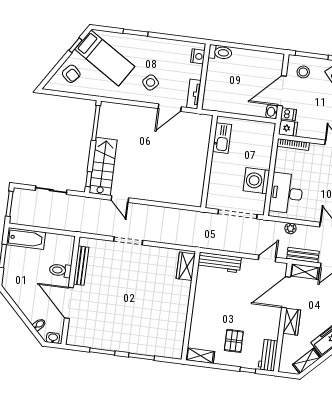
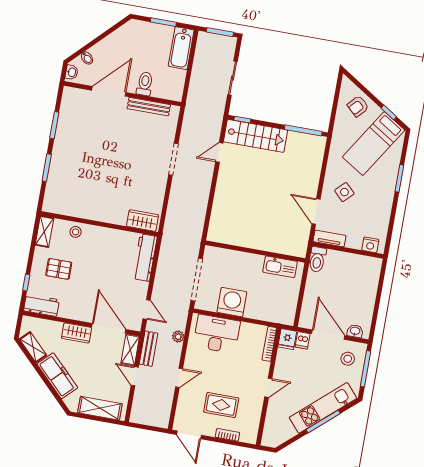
toilet: (220, 52) -> (317, 259), moved
washbasin: (272, 112) -> (355, 331), moved
stool: (199, 327) -> (76, 232), added

